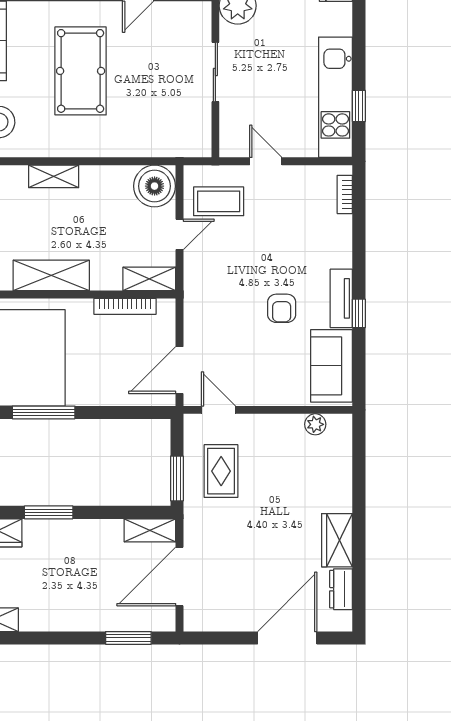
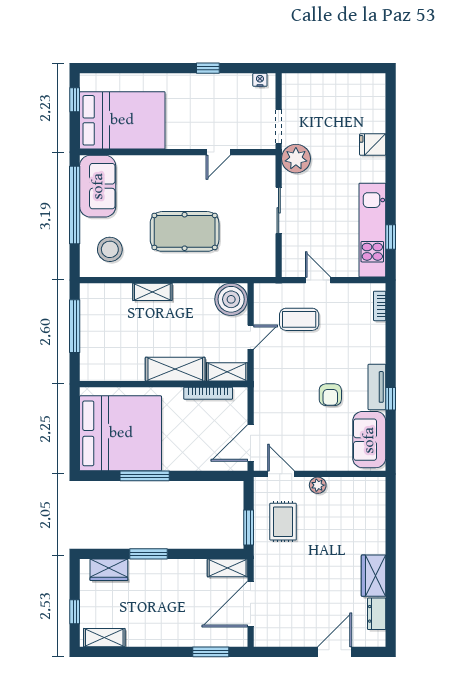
pool table: (81, 71) -> (185, 231), moved, turned 90
coffee table: (219, 201) -> (299, 319), moved
shelving: (51, 275) -> (175, 369), moved
plant: (315, 424) -> (318, 485), moved
door: (287, 638) -> (335, 652), width x0.73

